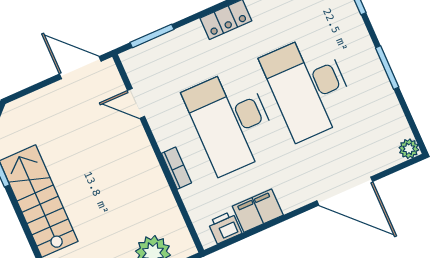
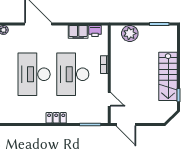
desk: (309, 87) -> (34, 74), turned 180
desk: (231, 121) -> (73, 74), turned 180

